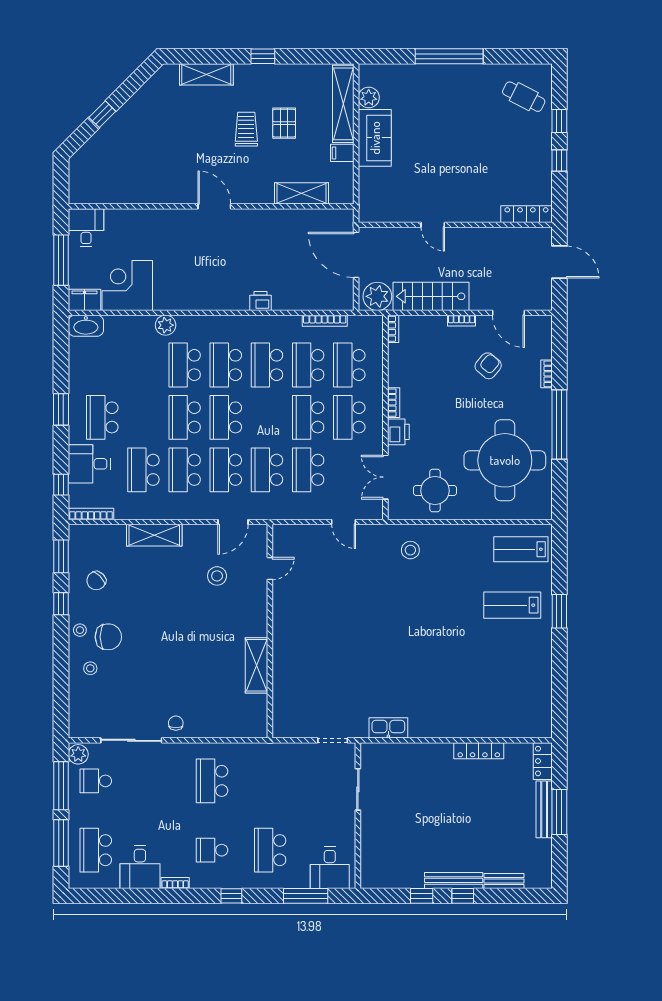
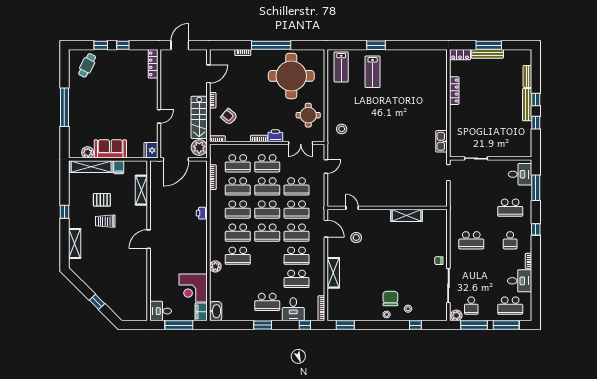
fridge: (372, 210) -> (151, 150), added
armchair: (488, 366) -> (229, 117), moved
school desk: (185, 417) -> (267, 209), moved
chair: (96, 581) -> (359, 305), removed
window: (61, 604) -> (415, 325), moved

